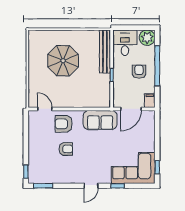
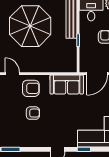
parasol: (63, 61) -> (30, 26), width x1.36, depth x1.36
armchair: (64, 124) -> (31, 88), turned 180

